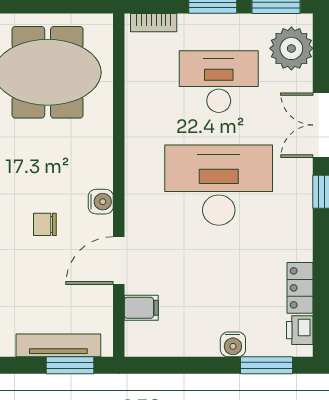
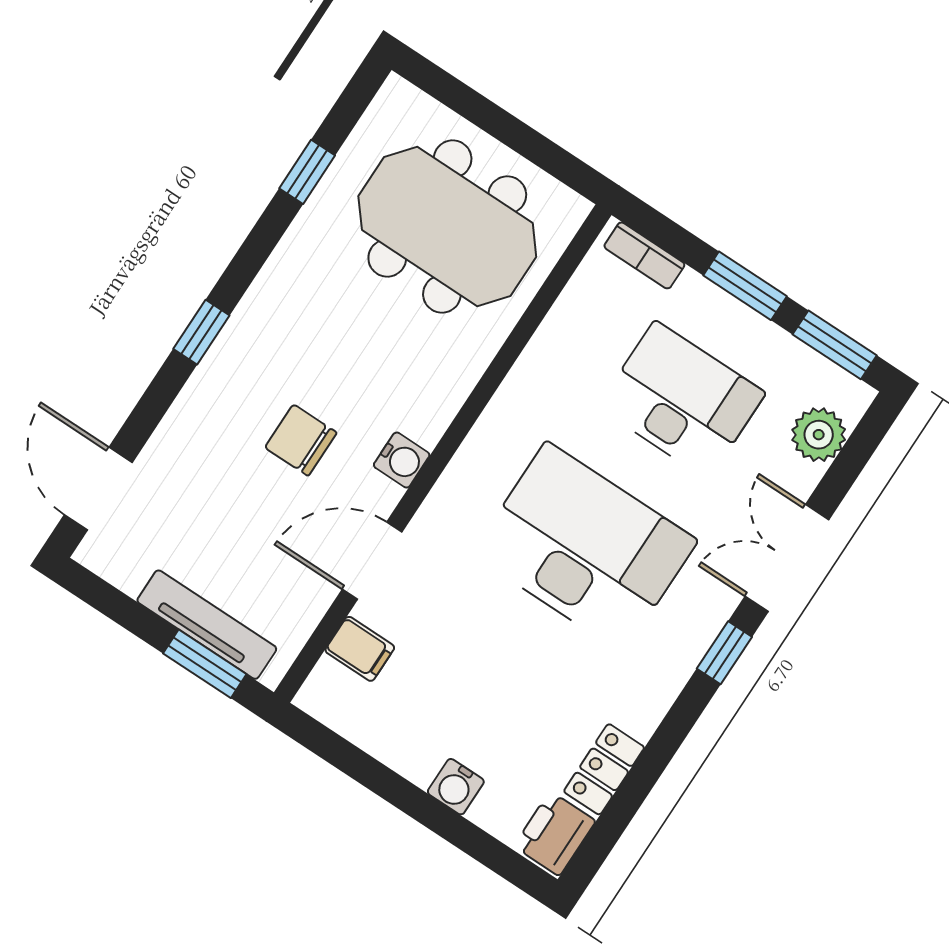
plant: (291, 48) -> (819, 435), width x0.73, depth x0.73
chair: (45, 224) -> (301, 440), width x1.37, depth x1.37
printer: (300, 330) -> (555, 834), width x1.36, depth x1.24
window: (267, 365) -> (484, 848), removed

